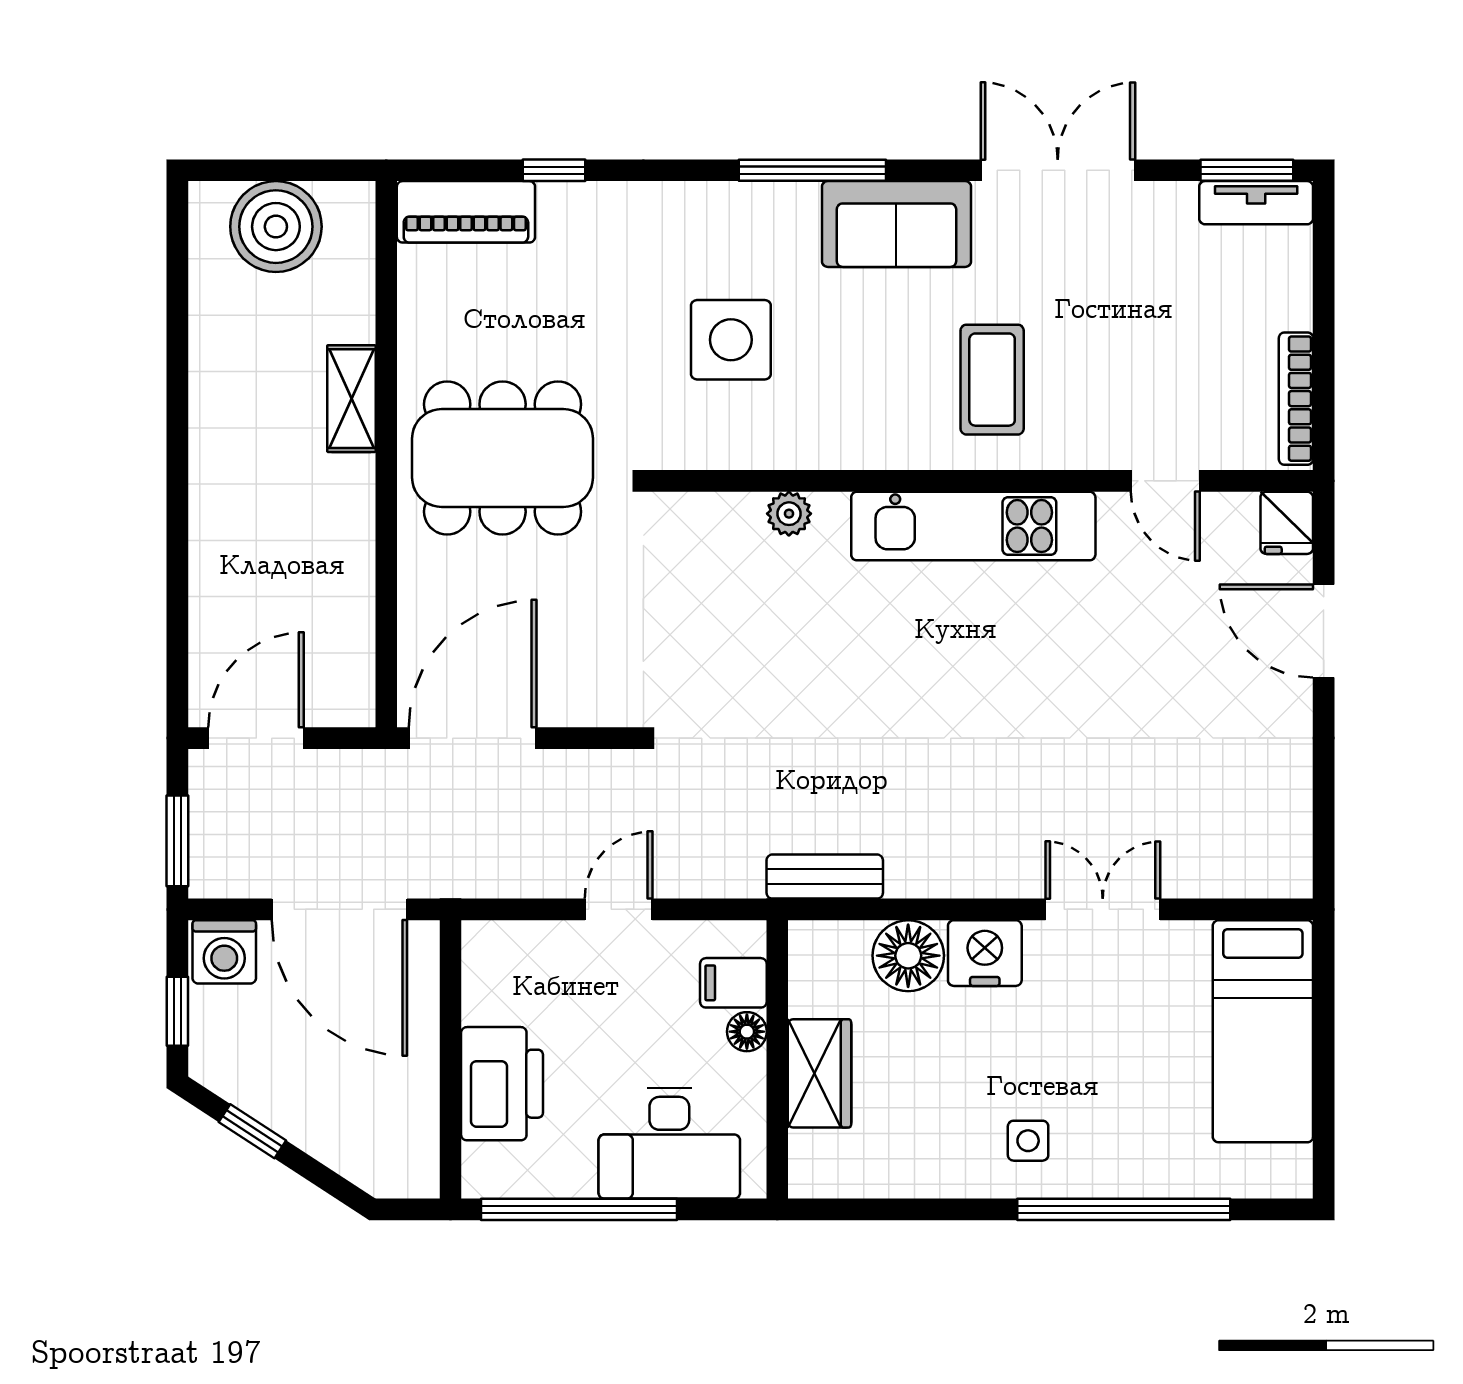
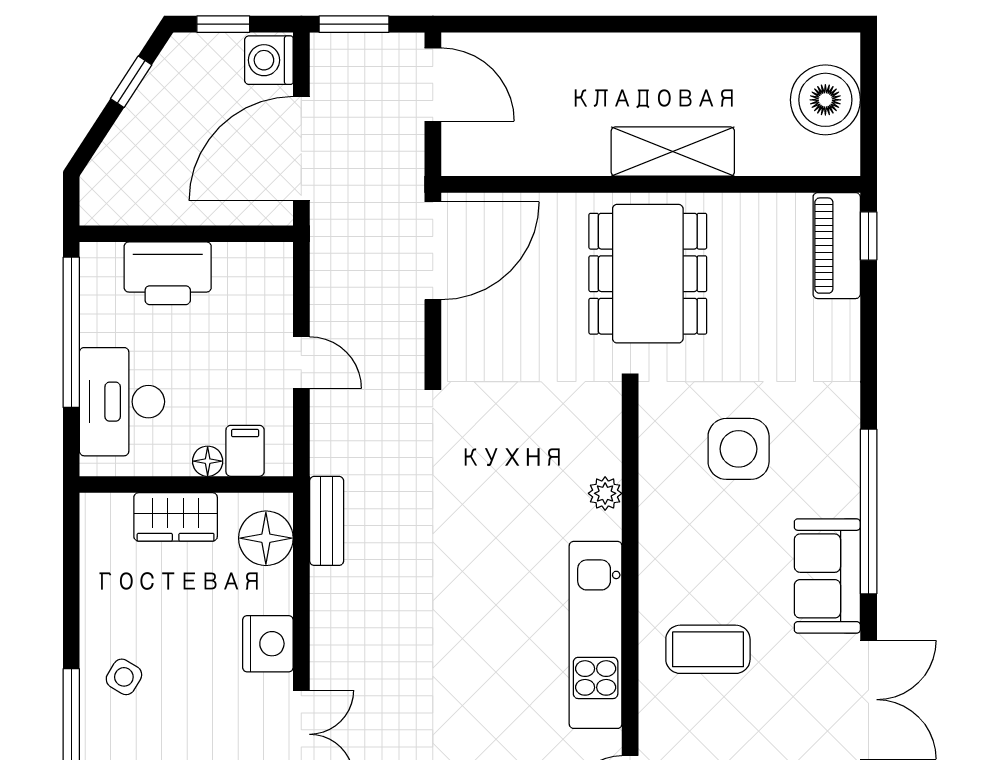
window: (554, 170) -> (869, 236), moved
window: (812, 170) -> (869, 511), width x1.46
shelving: (351, 399) -> (673, 152), width x1.50, depth x1.33
door: (473, 738) -> (433, 251), hinge flipped
floor lamp: (908, 956) -> (266, 538), moved
side table: (1028, 1141) -> (124, 677), turned 31

